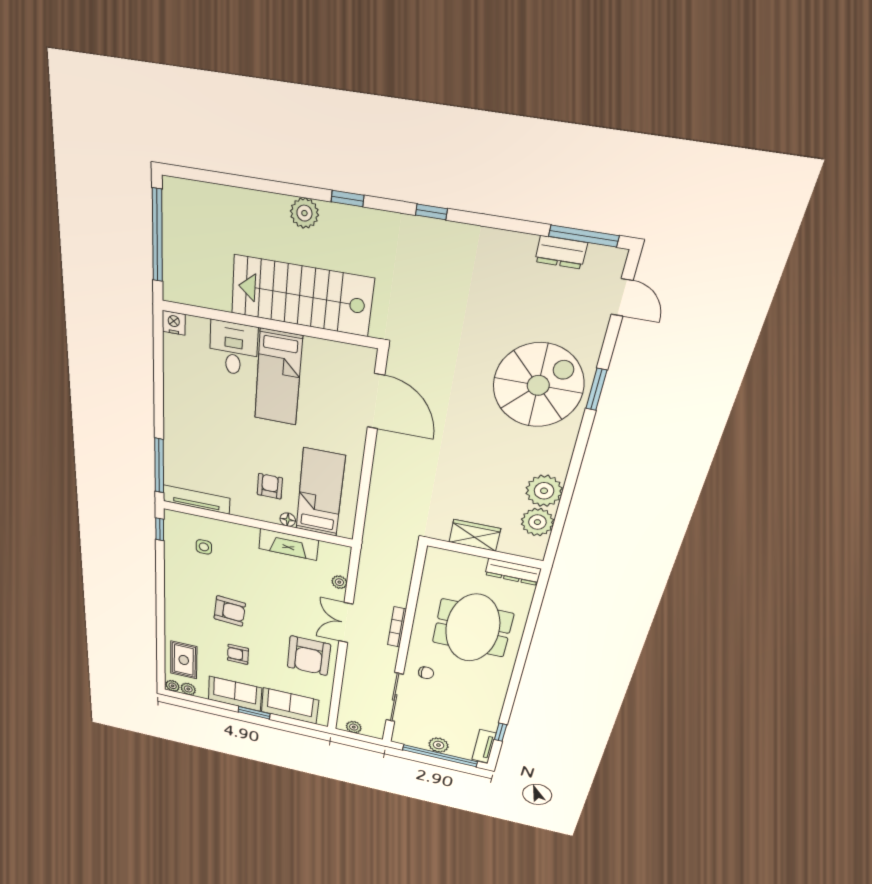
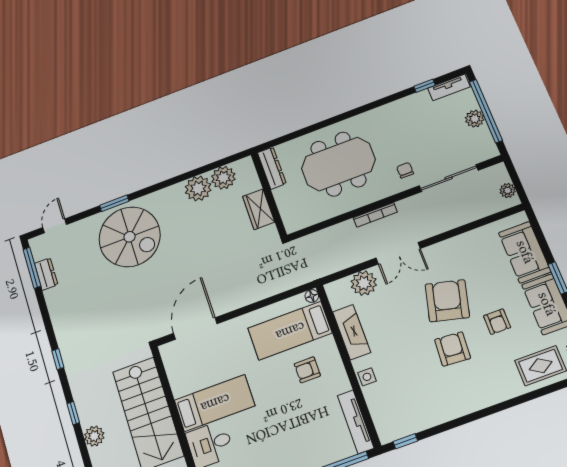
spiral stairs: (538, 385) -> (130, 237), turned 180
floor lamp: (288, 520) -> (312, 296), moved
side table: (204, 547) -> (367, 377), moved
plant: (339, 582) -> (364, 283), width x1.88, depth x1.88
armchair: (309, 656) -> (447, 301), moved, turned -76

